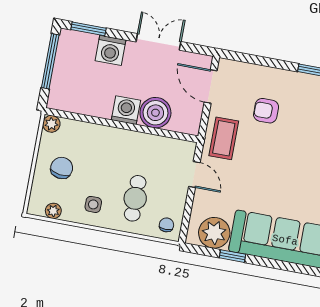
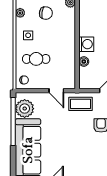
boiler: (155, 113) -> (84, 62), width x0.54, depth x0.54
door: (194, 174) -> (56, 91), hinge flipped
window: (233, 256) -> (13, 122), width x3.17

